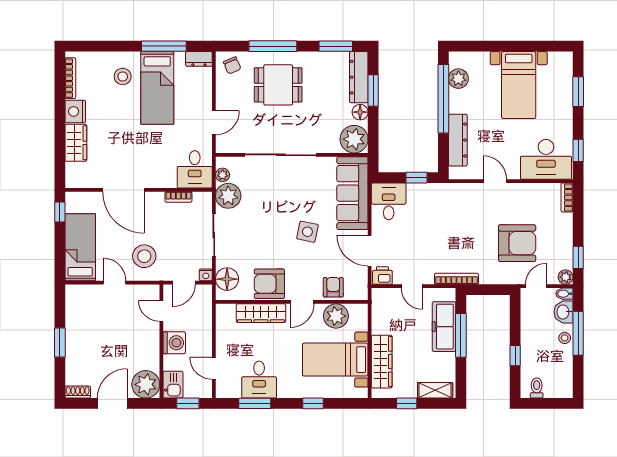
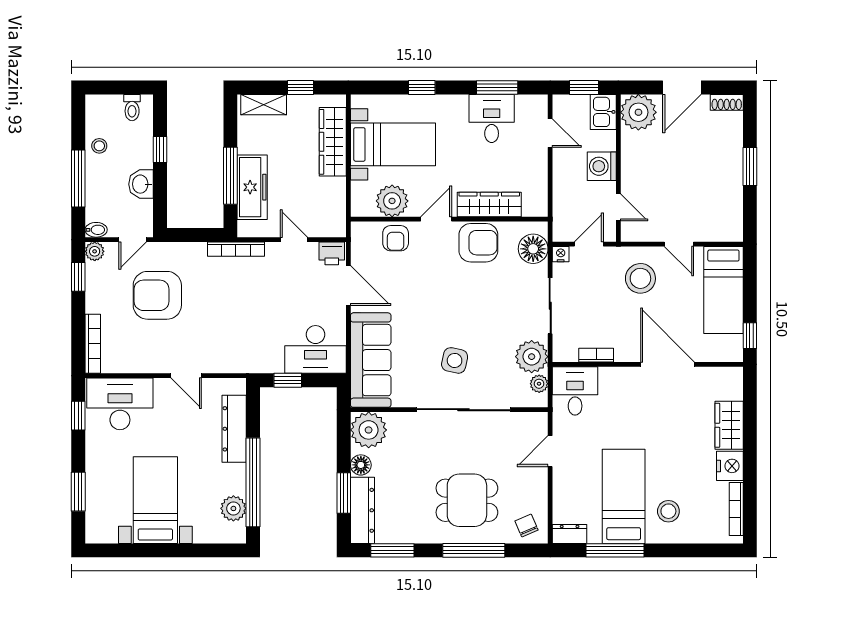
bookcase: (567, 197) -> (93, 344), width x1.56
desk: (389, 201) -> (315, 349), width x1.37
side table: (307, 232) -> (455, 360), moved
washbasin: (563, 312) -> (141, 184), moved, turned 180
stool: (565, 338) -> (99, 146), moved

